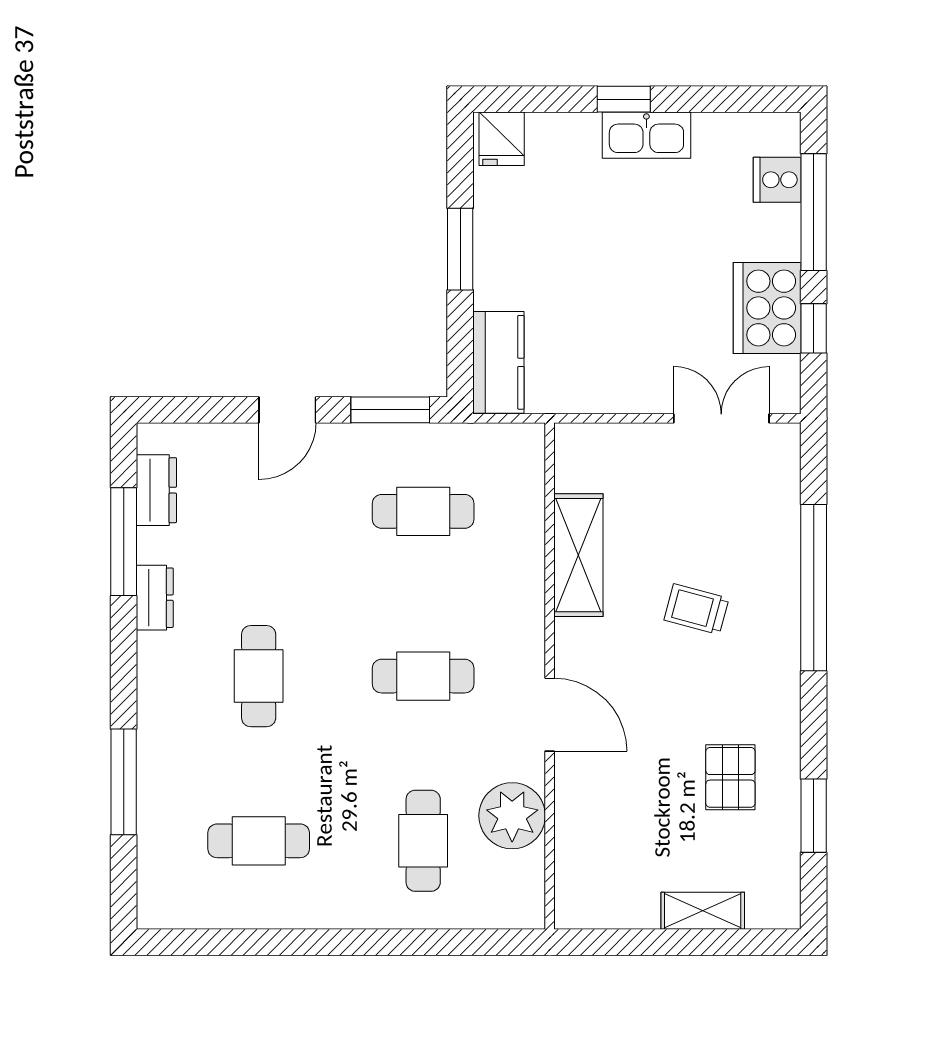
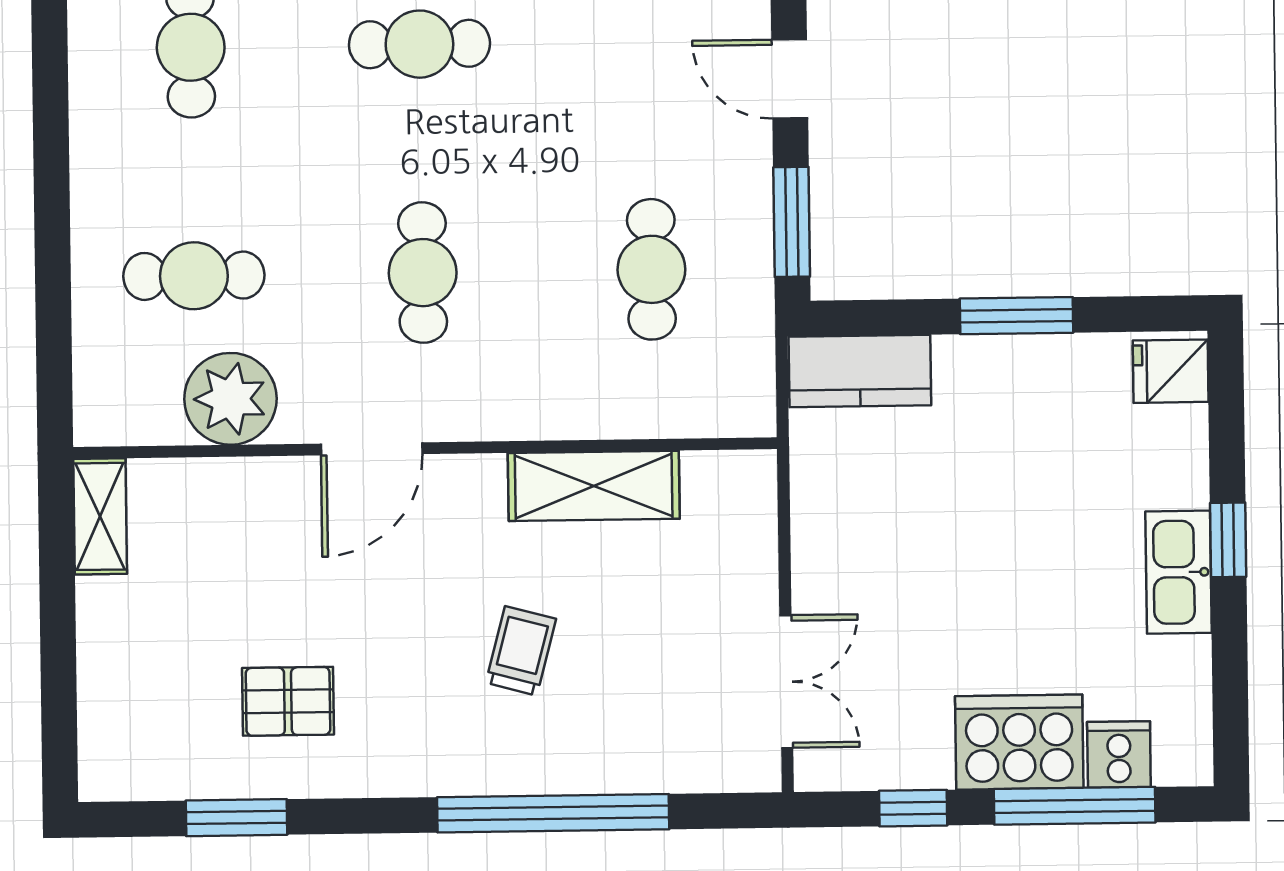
cooker: (767, 308) -> (1019, 742), moved
shelving: (703, 911) -> (100, 516), moved

